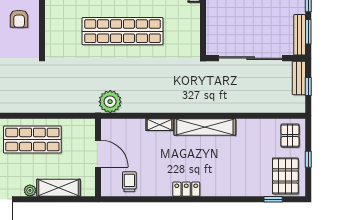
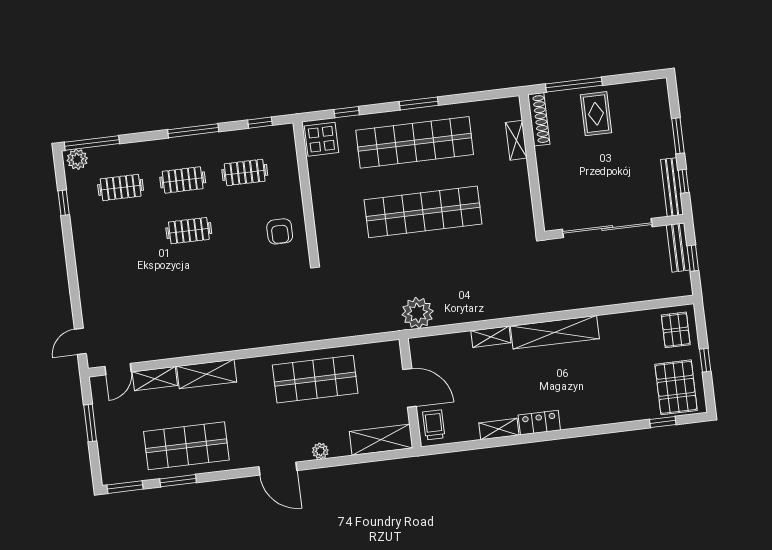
armchair: (19, 19) -> (280, 231), moved
window: (308, 32) -> (683, 181), width x0.67
trolley: (129, 182) -> (434, 425), moved
shelving: (59, 188) -> (381, 440), moved
shelving: (157, 190) -> (499, 429), added

